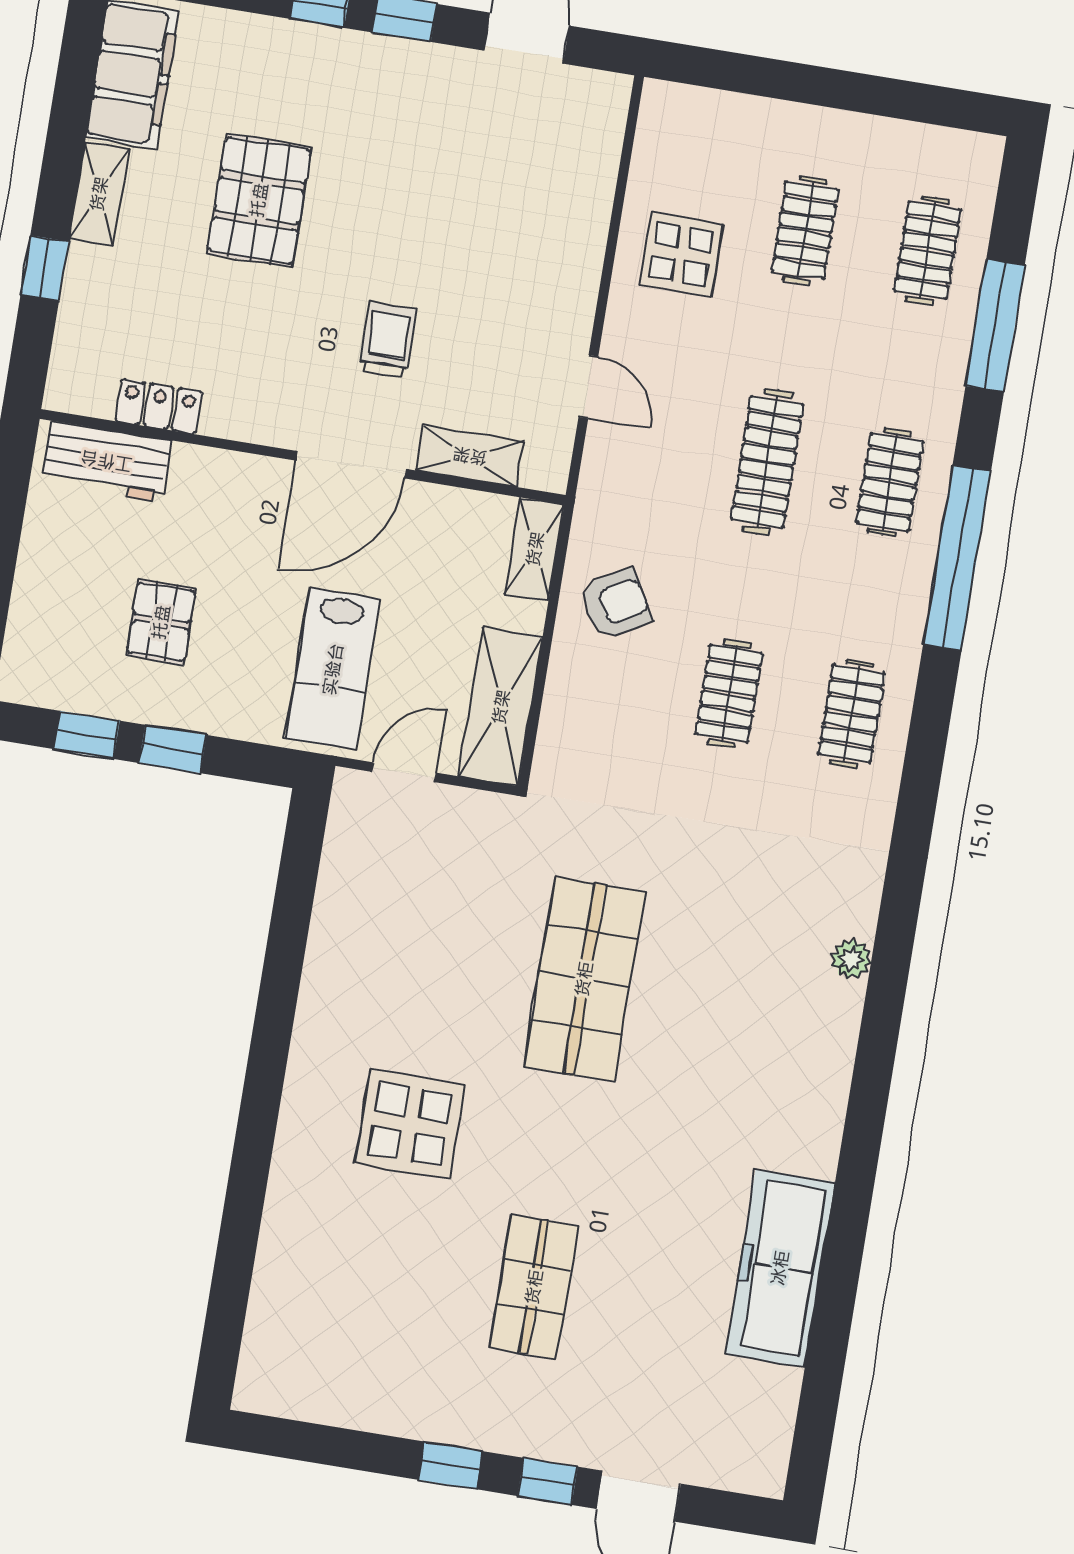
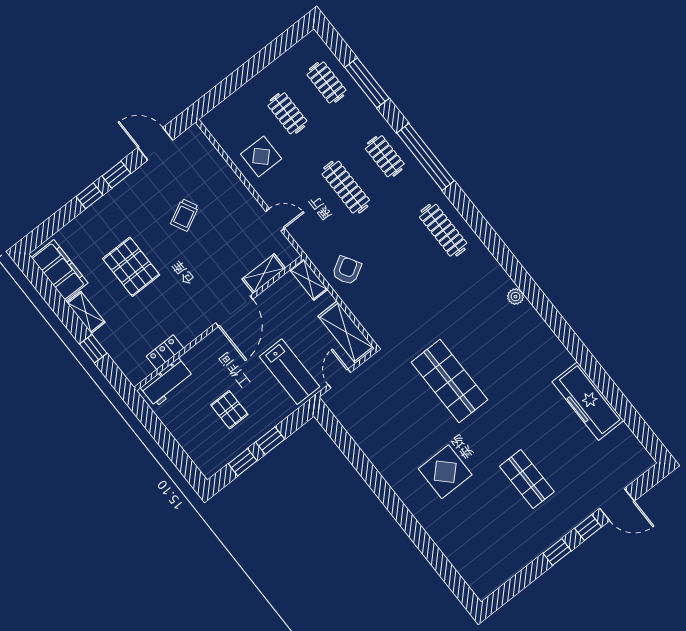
trolley: (388, 340) -> (185, 215), moved, turned -117
clothes rail: (729, 694) -> (404, 261), removed
clothes rail: (852, 714) -> (443, 230), width x1.36

